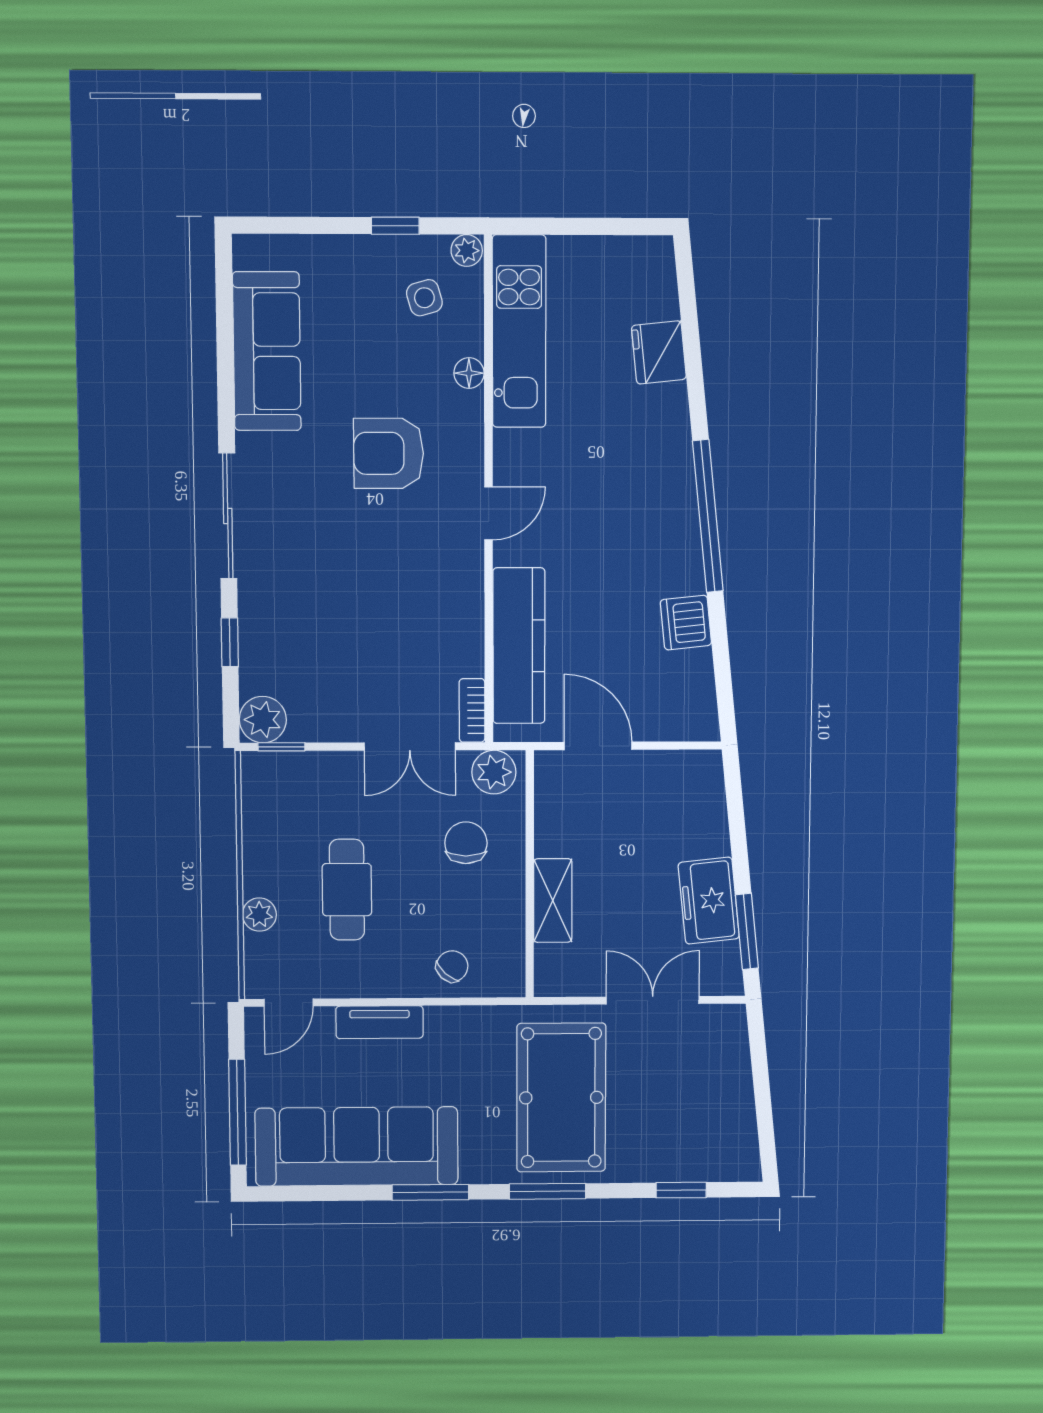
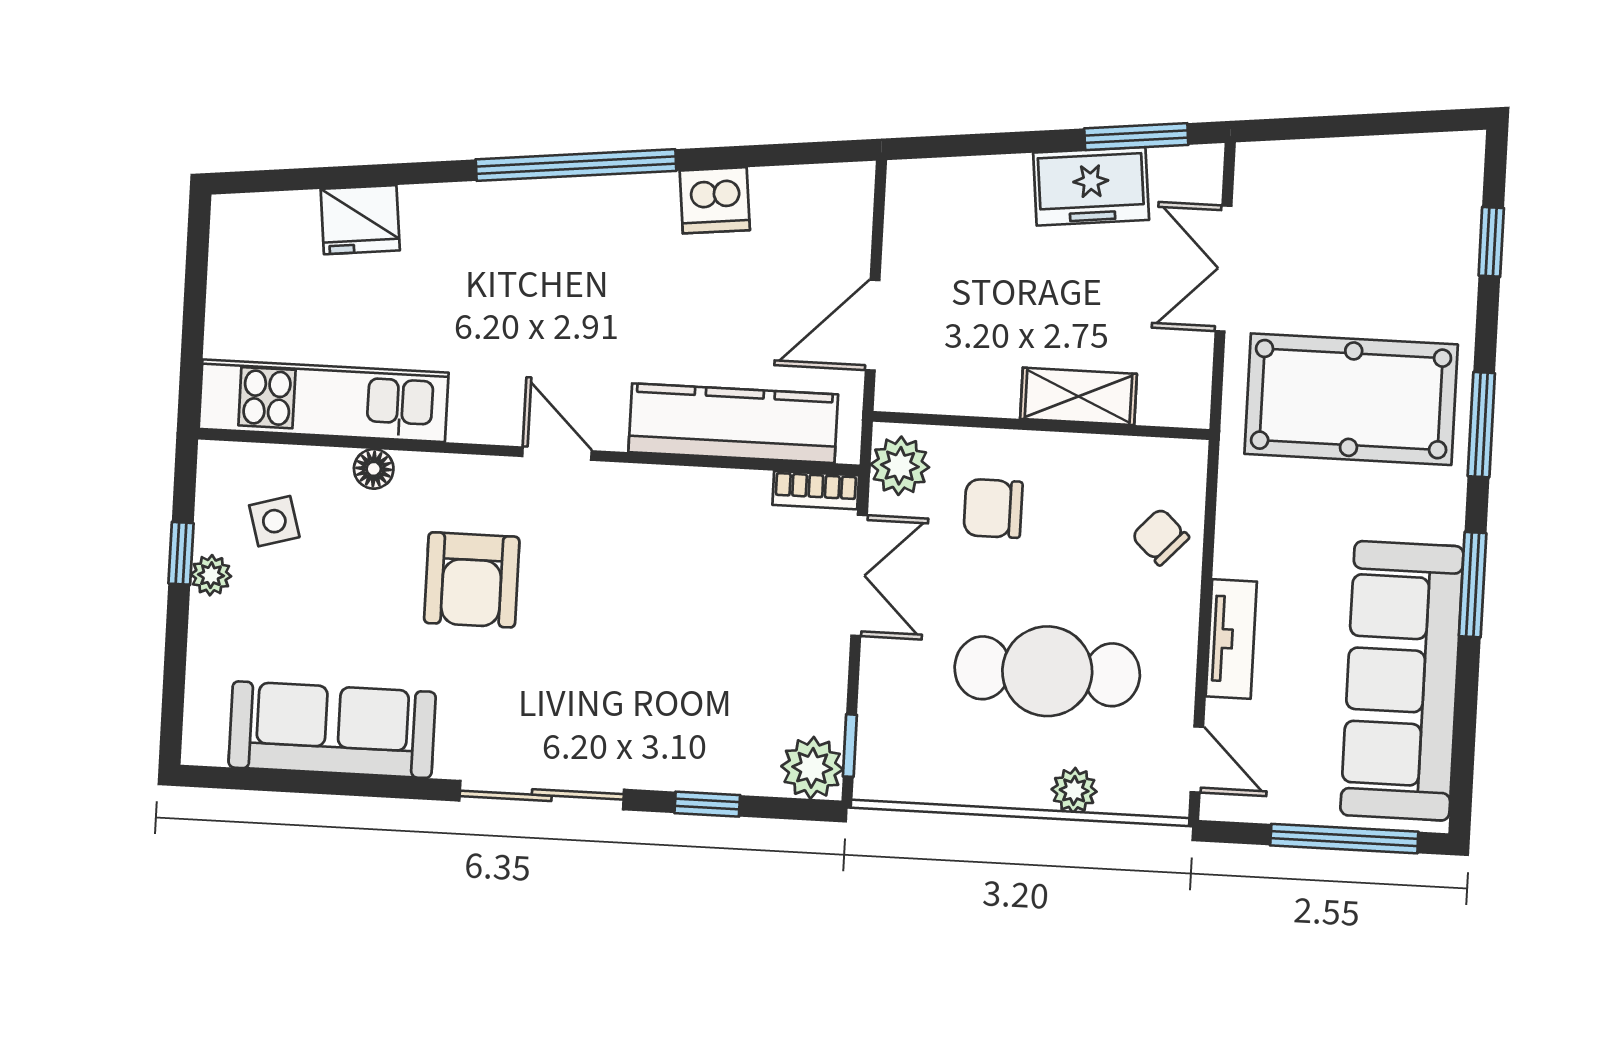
plant: (467, 250) -> (211, 575), moved
cafe table: (347, 890) -> (1047, 671), width x1.37, depth x1.35

